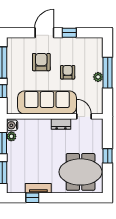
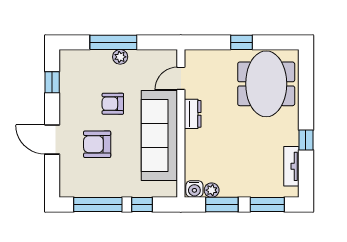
window: (69, 33) -> (52, 82), moved
tv unit: (38, 188) -> (291, 166), moved
window: (32, 198) -> (306, 140), moved

